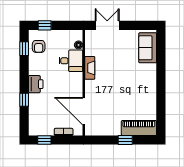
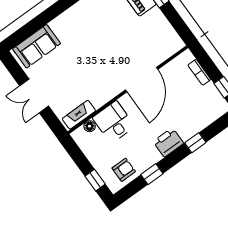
double door: (107, 25) -> (34, 96), moved
window: (24, 49) -> (152, 174), moved
fireplace: (90, 68) -> (79, 115), moved
door: (84, 111) -> (142, 80), moved

